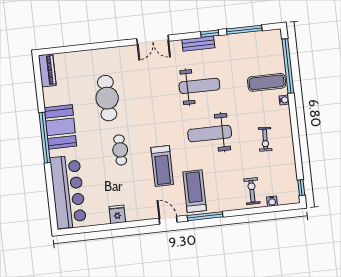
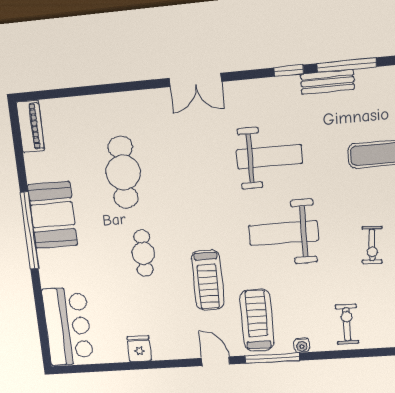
bench: (198, 44) -> (327, 82), moved
bar counter: (68, 192) -> (68, 326), width x0.73
water cooler: (272, 201) -> (302, 345), moved

